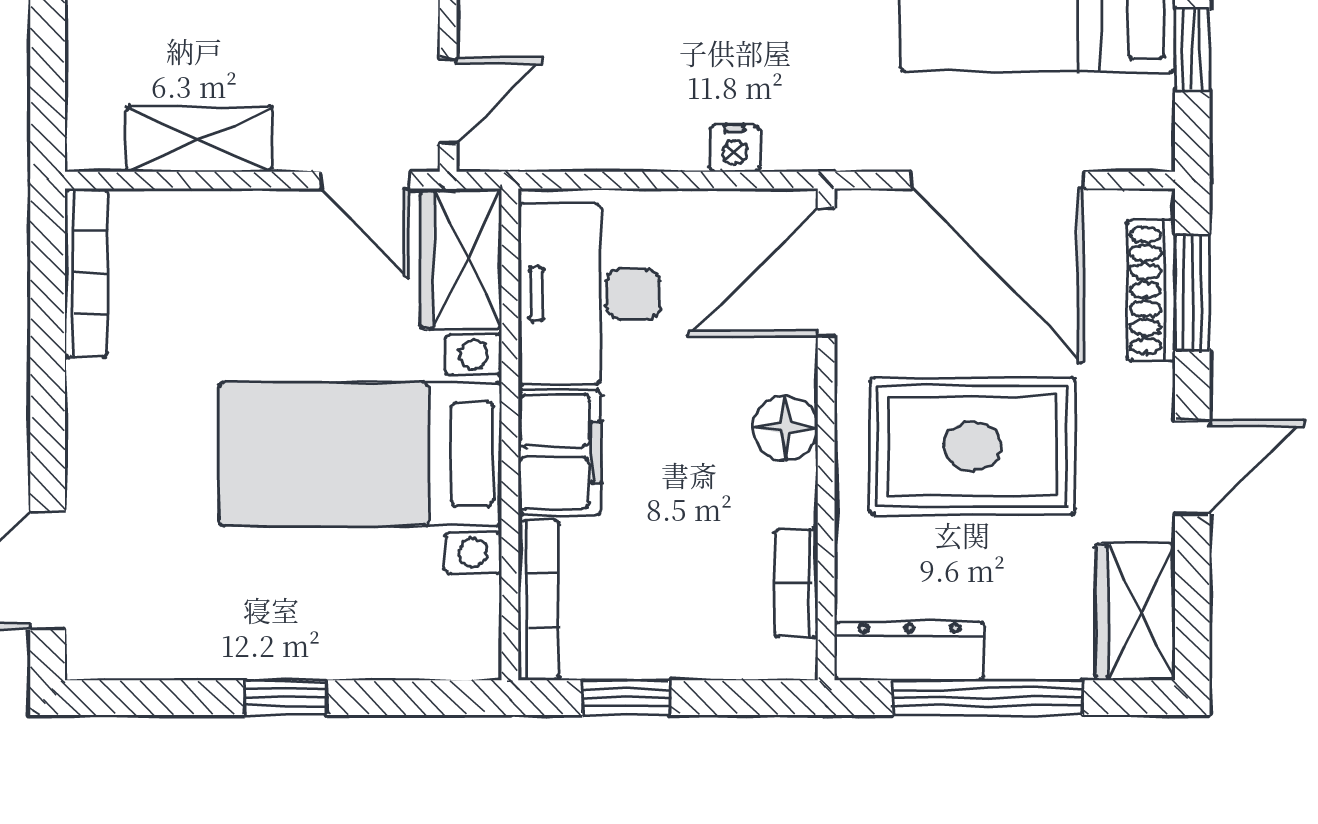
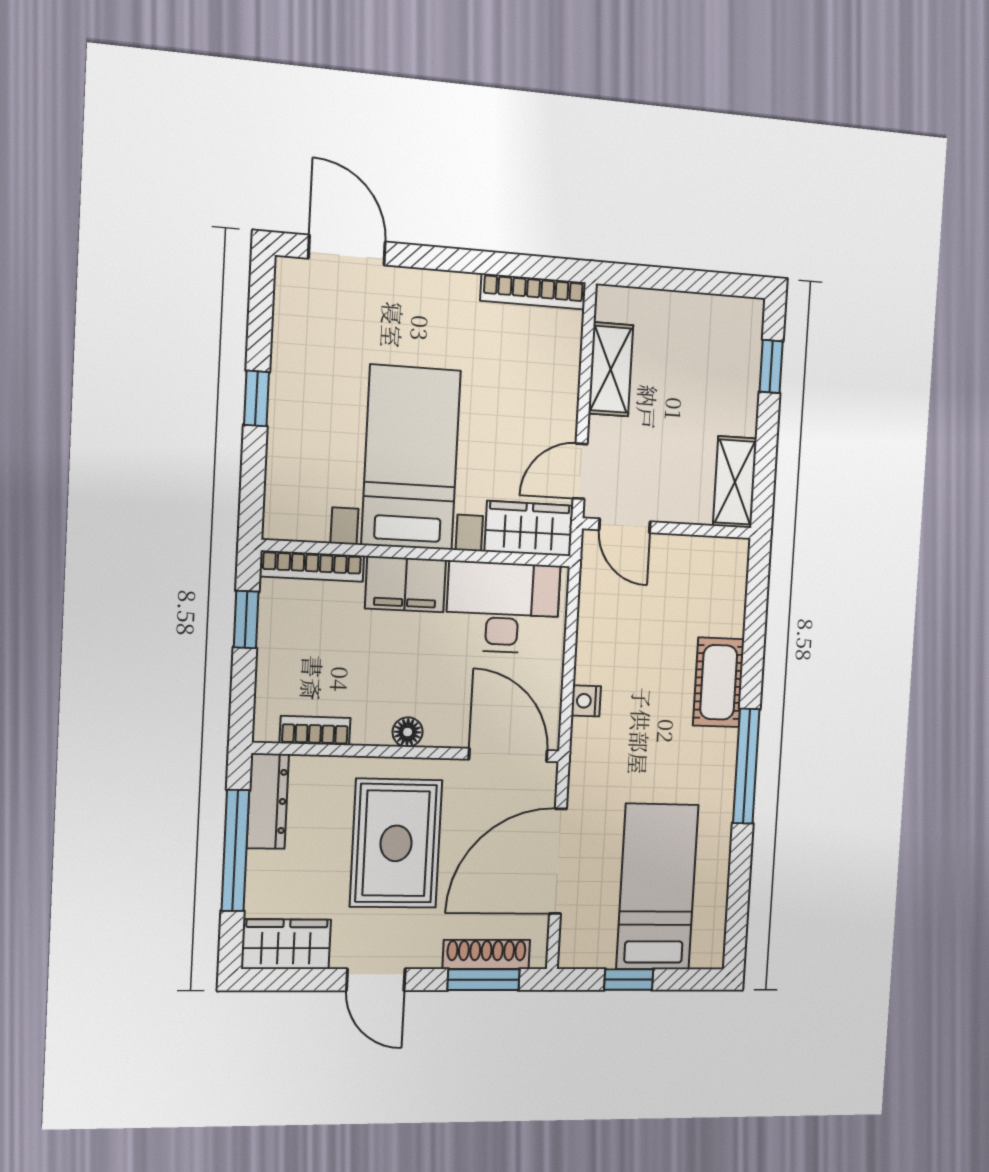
floor lamp: (785, 428) -> (408, 732), width x0.73, depth x0.73

